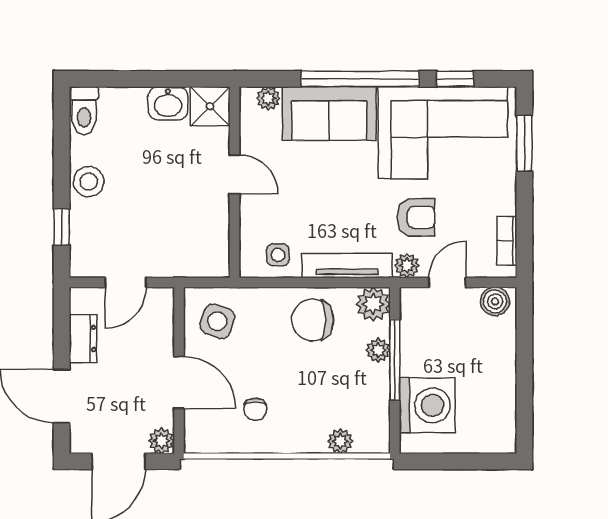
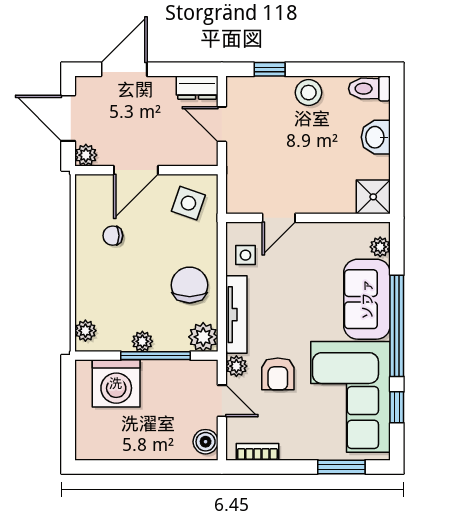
washbasin: (168, 103) -> (376, 137), moved
door: (234, 174) -> (279, 218), moved
dresser: (83, 338) -> (197, 88), moved
plant: (378, 350) -> (142, 341), moved
plant: (340, 441) -> (85, 331), moved

